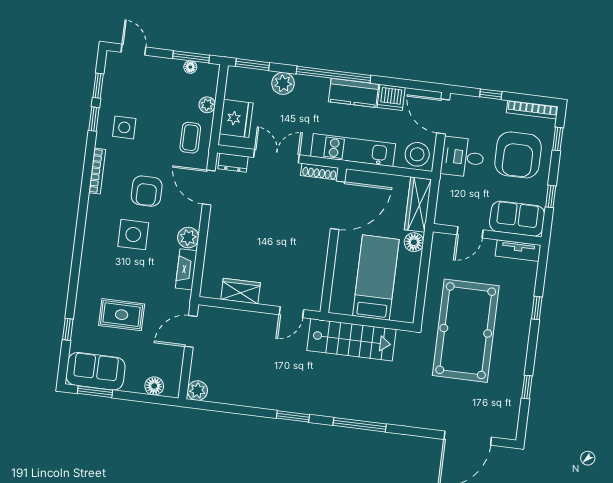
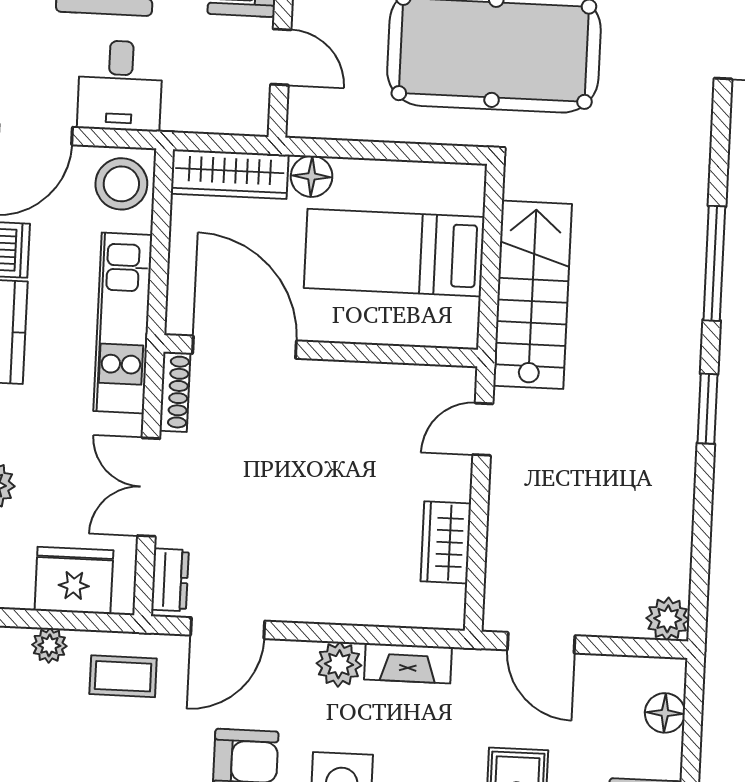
door: (291, 312) -> (483, 429), swing flipped

